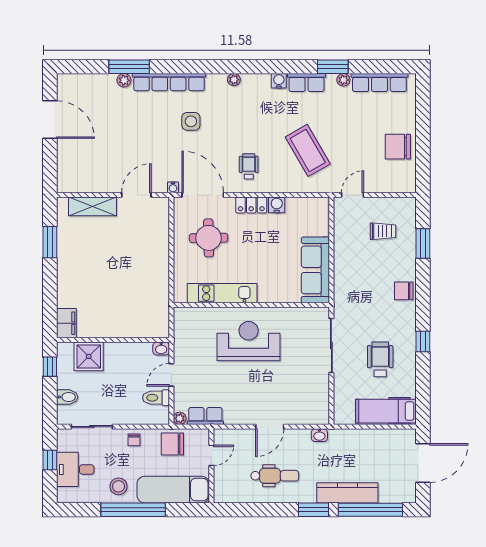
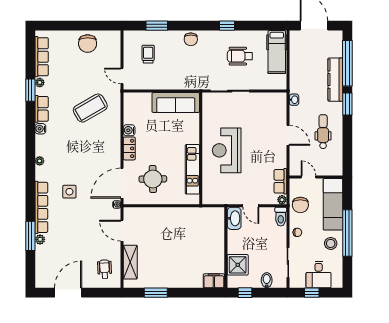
wheelchair: (249, 166) -> (105, 269), moved, turned 87
washbasin: (161, 349) -> (234, 218), width x1.91, depth x1.45
toilet: (156, 398) -> (281, 217), moved

